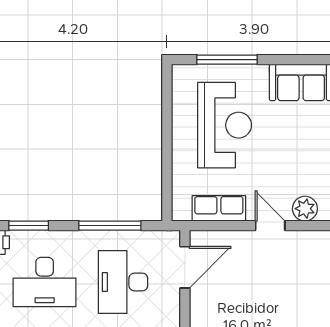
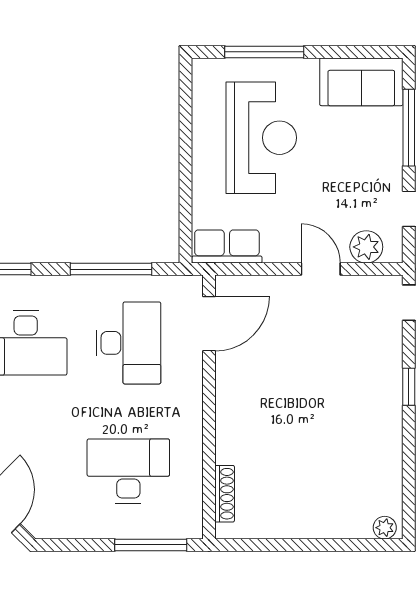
row of seats: (219, 208) -> (227, 246), moved
desk: (123, 282) -> (128, 343), turned 180

